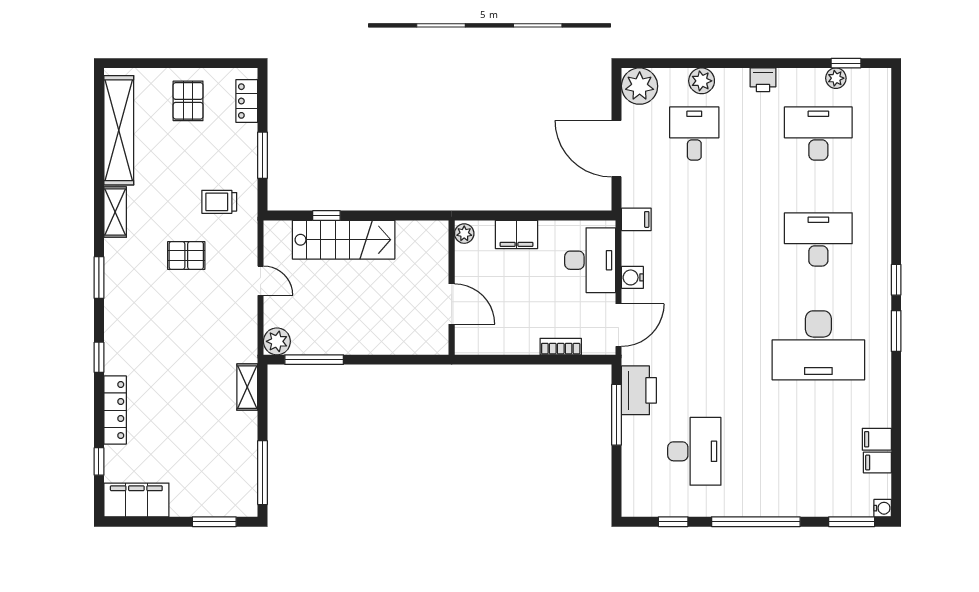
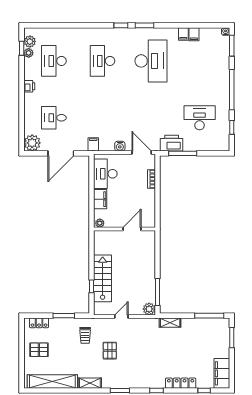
plant: (702, 81) -> (30, 41), moved
desk: (590, 260) -> (105, 174), moved, turned -90
filing cabinet: (877, 463) -> (183, 34), moved

